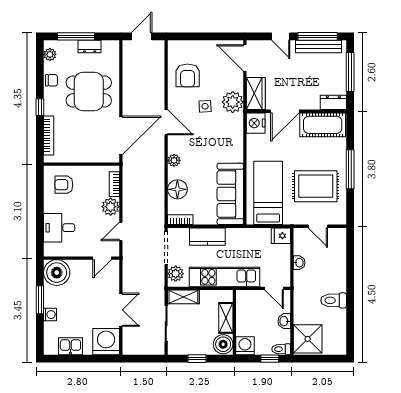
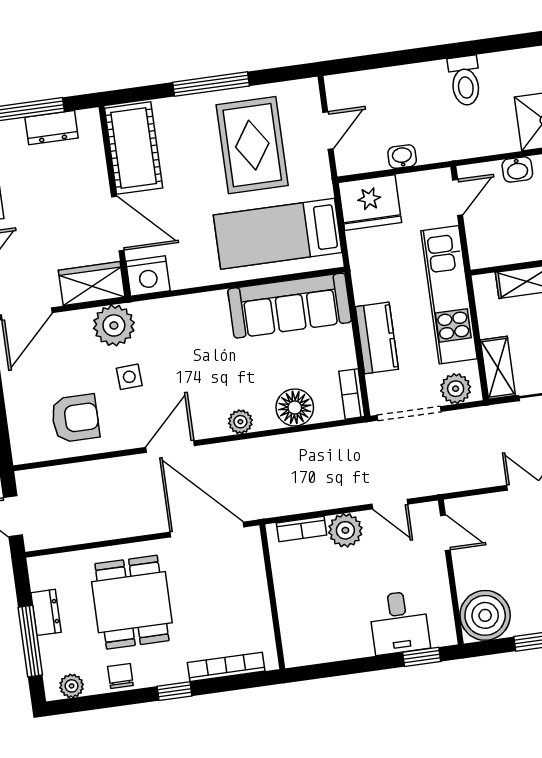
dresser: (333, 102) -> (52, 128), moved, turned -90
armchair: (64, 185) -> (316, 625), removed
fridge: (281, 236) -> (370, 203), width x1.88, depth x1.34
window: (40, 237) -> (422, 657), added

